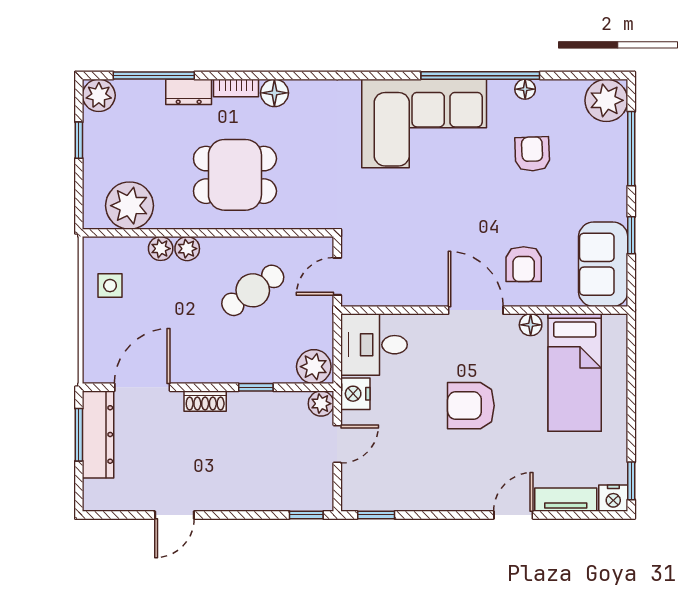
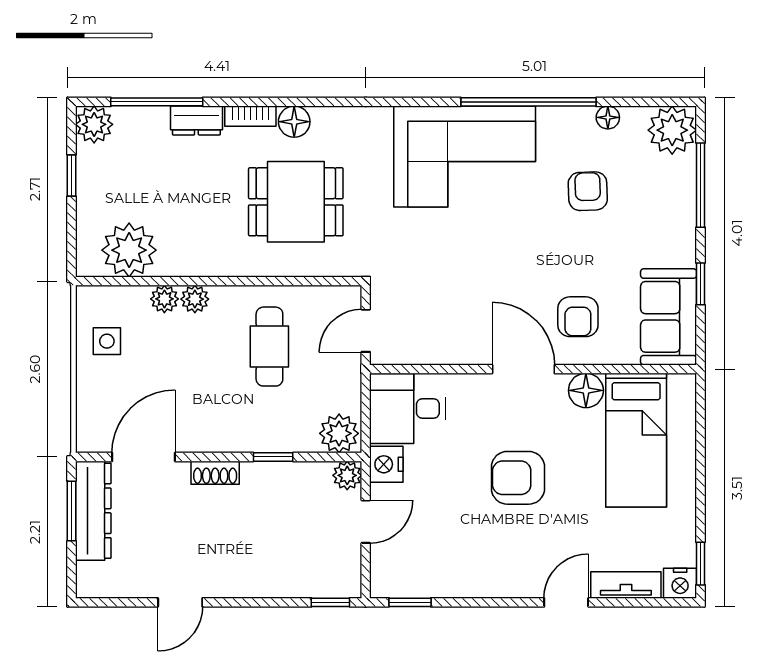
floor lamp: (525, 89) -> (608, 117), moved
dining table: (235, 175) -> (296, 202), moved
cafe table: (253, 290) -> (269, 347), turned -55
floor lamp: (531, 325) -> (586, 390), width x1.37, depth x1.37

